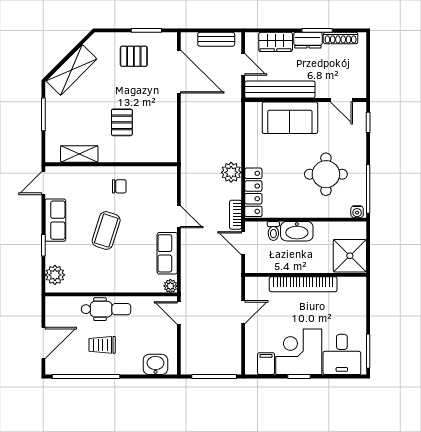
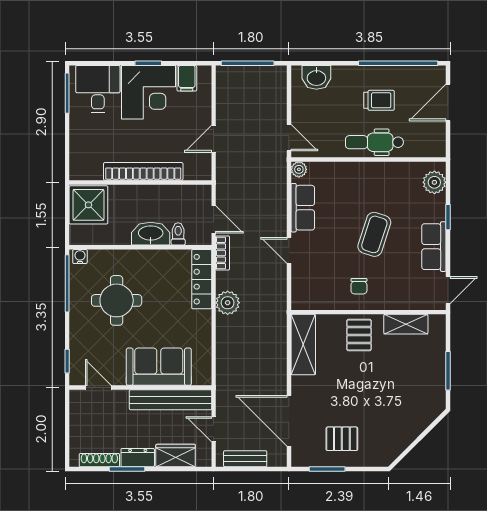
shelving: (71, 70) -> (303, 345), moved, turned -45
pallet: (122, 122) -> (359, 335), moved
chair: (119, 186) -> (359, 286), turned -90

